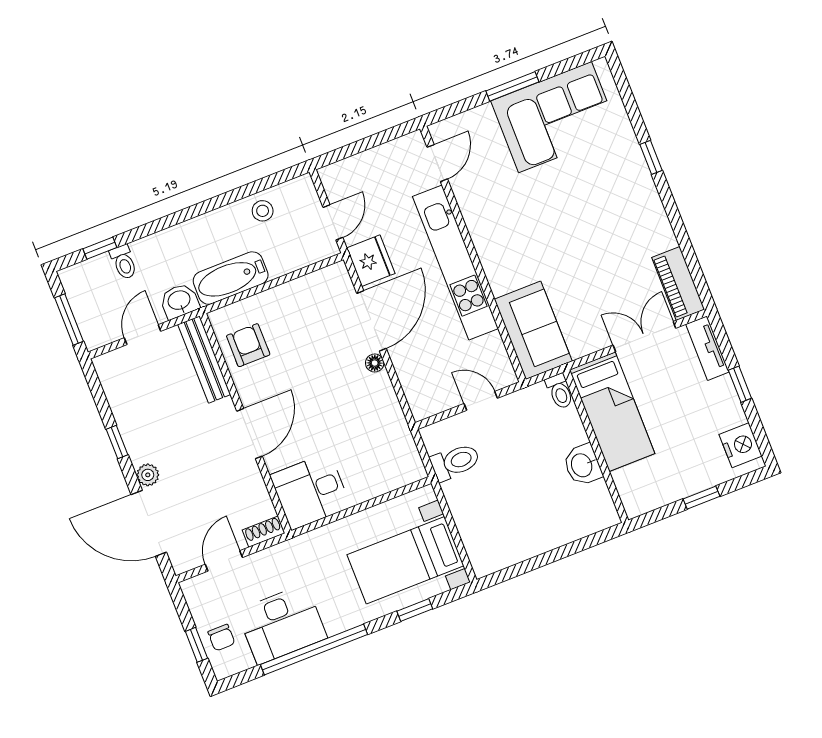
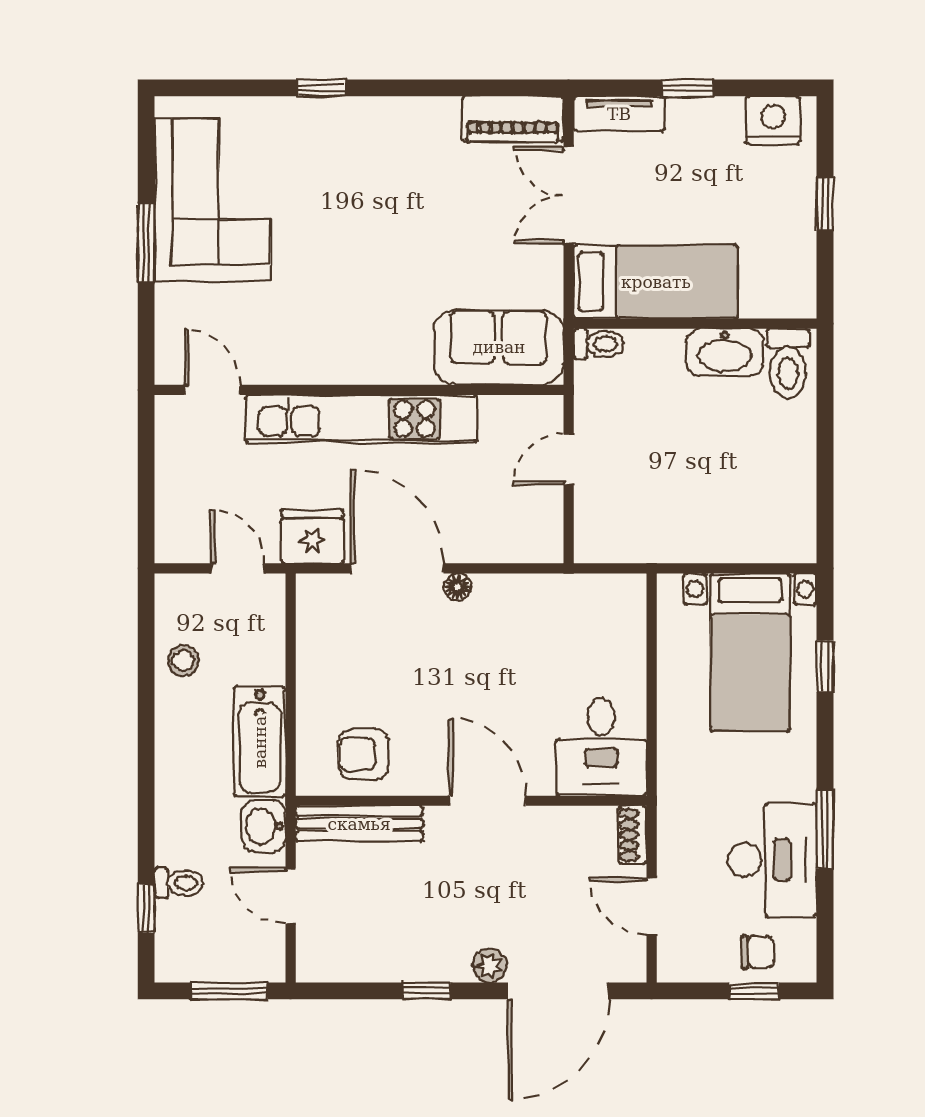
toilet: (455, 462) -> (788, 363), moved, turned 180
washbasin: (582, 465) -> (725, 352), width x1.38
window: (314, 650) -> (825, 829), width x0.47

